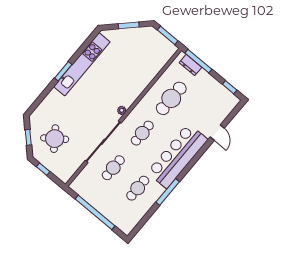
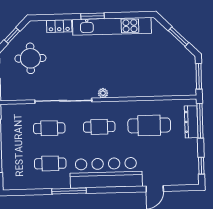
dresser: (190, 65) -> (191, 122), width x1.44
locker: (50, 100) -> (59, 26), added
round table: (55, 139) -> (30, 58), turned 36

